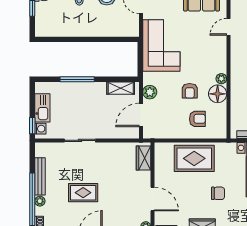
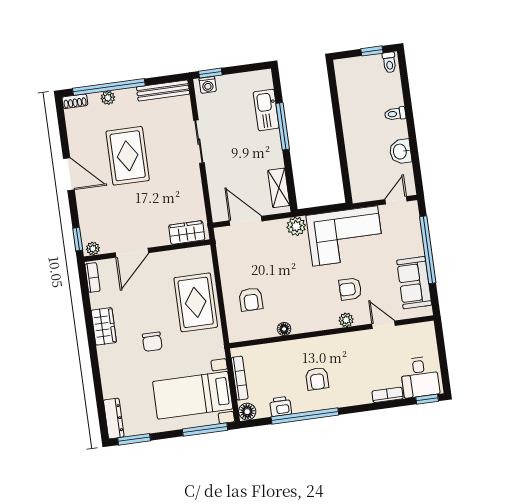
plant: (221, 79) -> (346, 320), moved
armchair: (190, 91) -> (350, 289), moved
plant: (150, 92) -> (296, 226), moved
floor lamp: (218, 94) -> (284, 329), width x0.53, depth x0.53
kitchen sink: (42, 108) -> (266, 110), moved, turned 90
bench: (40, 176) -> (163, 90), moved
rug: (83, 193) -> (128, 156), width x1.36, depth x1.43

